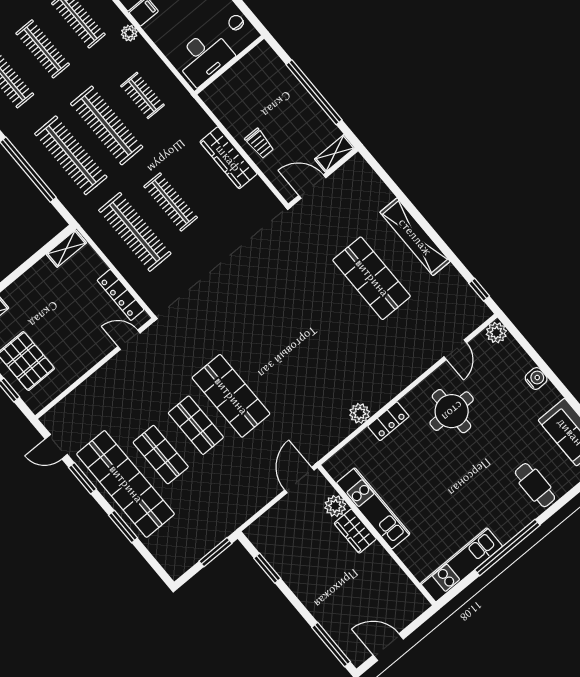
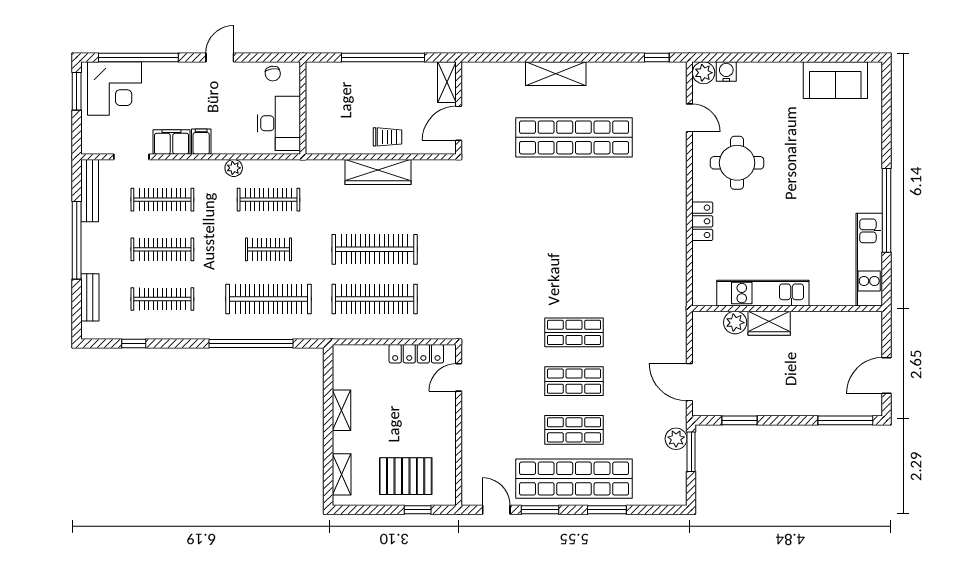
chair: (236, 23) -> (273, 74), turned -98
plant: (129, 33) -> (234, 168), moved
clothes rail: (142, 95) -> (268, 200), width x1.36
clothes rail: (107, 125) -> (268, 249), width x0.54, depth x0.76
clothes rail: (171, 202) -> (375, 249), width x1.37, depth x1.31
shelving: (415, 237) -> (556, 74), width x0.68
shelving: (66, 249) -> (341, 410), moved
shop shelf: (372, 278) -> (574, 137), width x1.40
water cooler: (536, 378) -> (726, 72), moved
shop shelf: (231, 396) -> (574, 332), width x0.70, depth x0.74
plant: (360, 413) -> (676, 439), moved
door: (56, 447) -> (496, 510), swing flipped
door: (299, 480) -> (689, 382), moved
cafe table: (535, 485) -> (854, 145), removed

